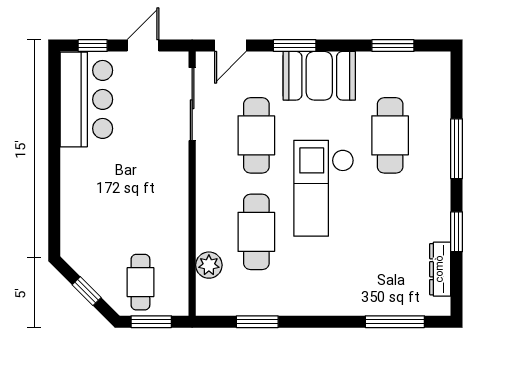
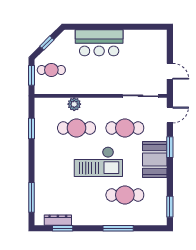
window: (93, 46) -> (170, 46), removed
door: (230, 46) -> (170, 115), swing flipped
window: (393, 46) -> (170, 207), moved
bar counter: (86, 99) -> (99, 43), moved
checkout: (324, 188) -> (98, 162), turned 180
window: (457, 232) -> (63, 228), moved
plant: (209, 265) -> (74, 104), moved

